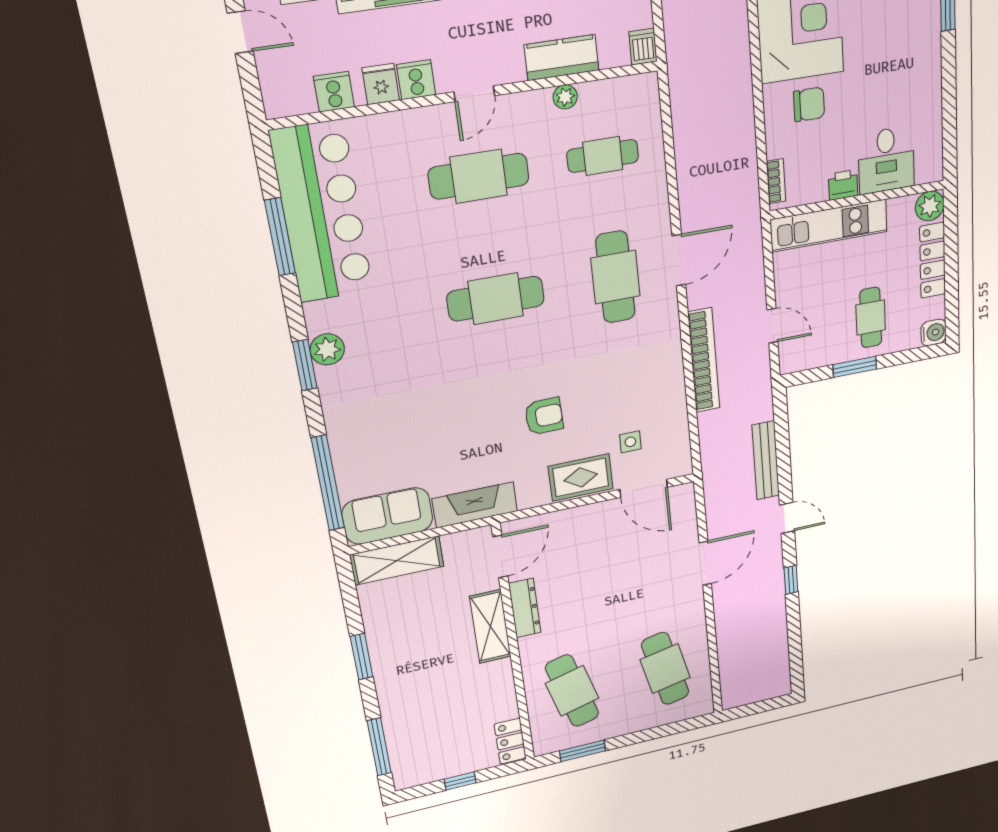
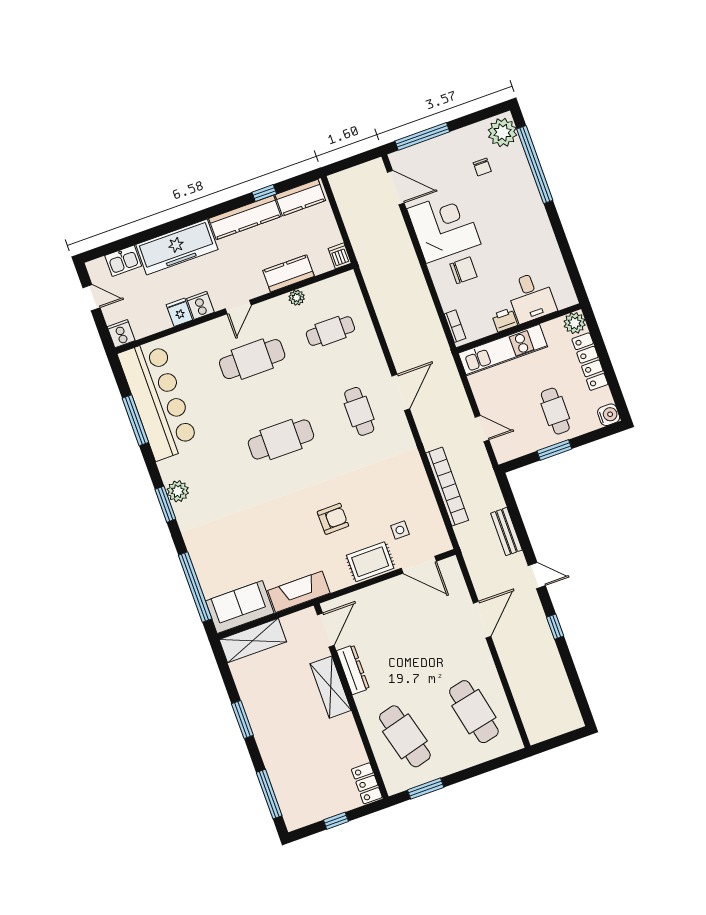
cooker: (334, 92) -> (121, 334), moved
cafe table: (615, 277) -> (359, 411), width x0.73, depth x0.74
bookcase: (704, 360) -> (447, 487), moved
bench: (766, 460) -> (506, 532), width x0.73

